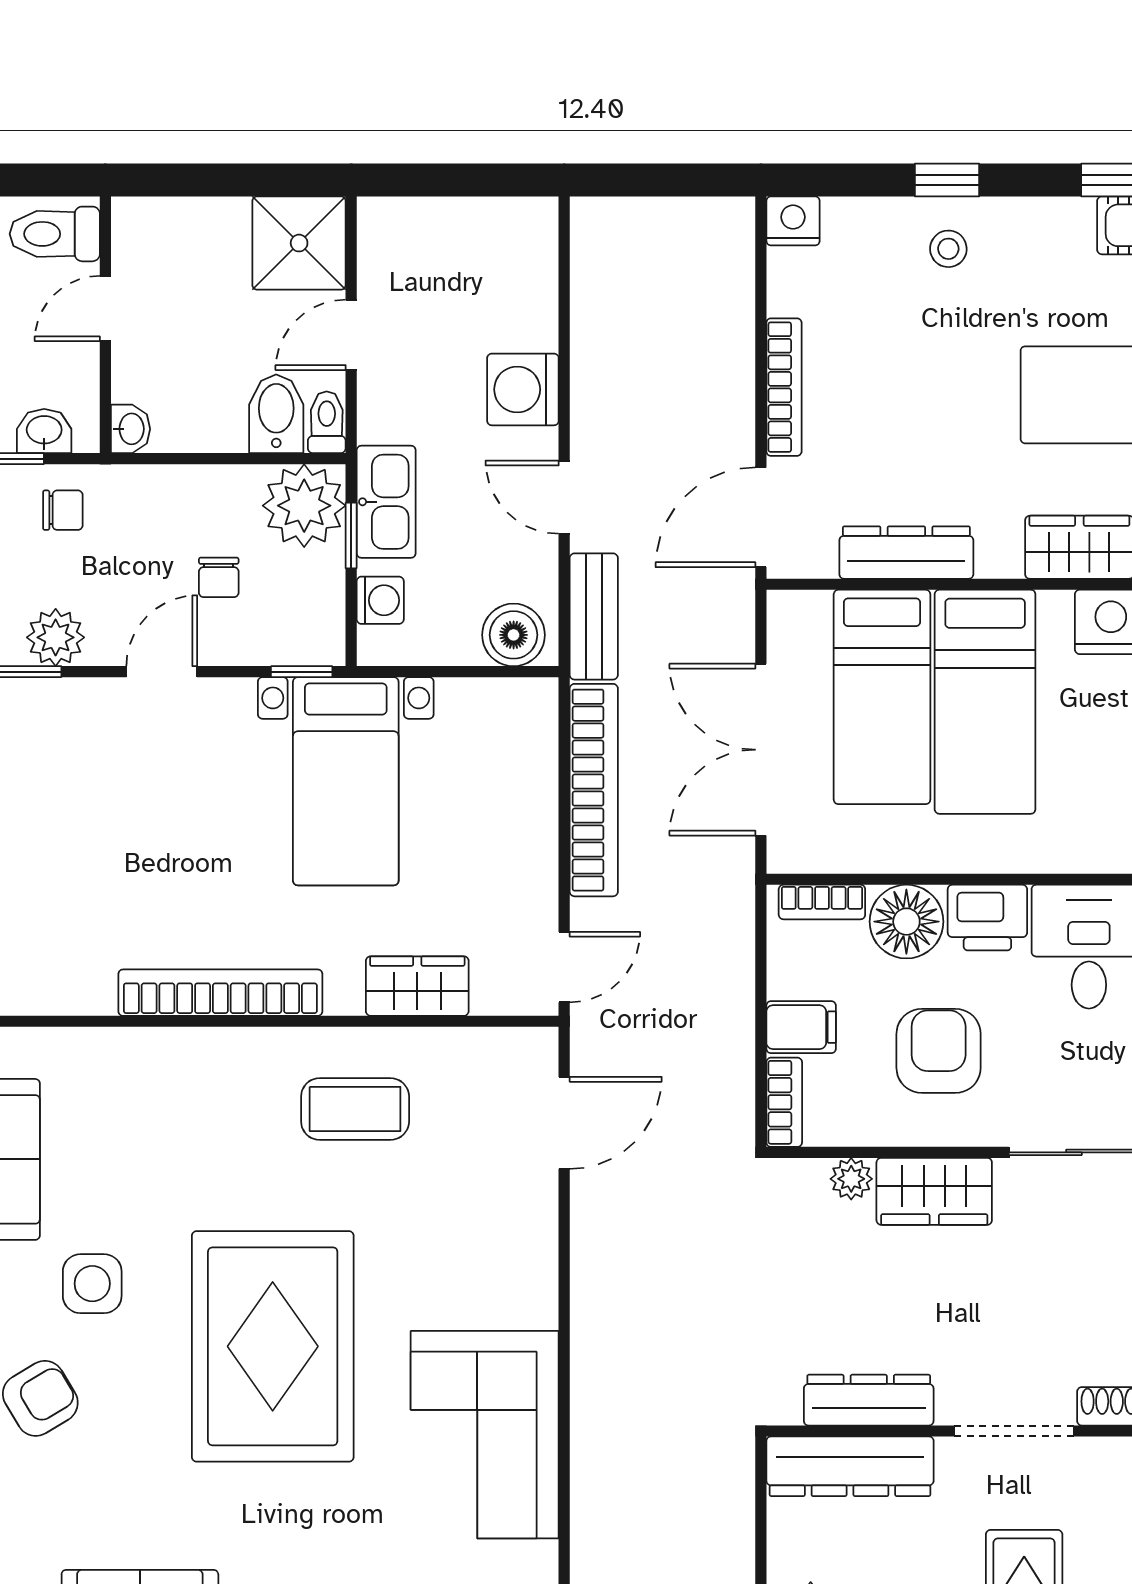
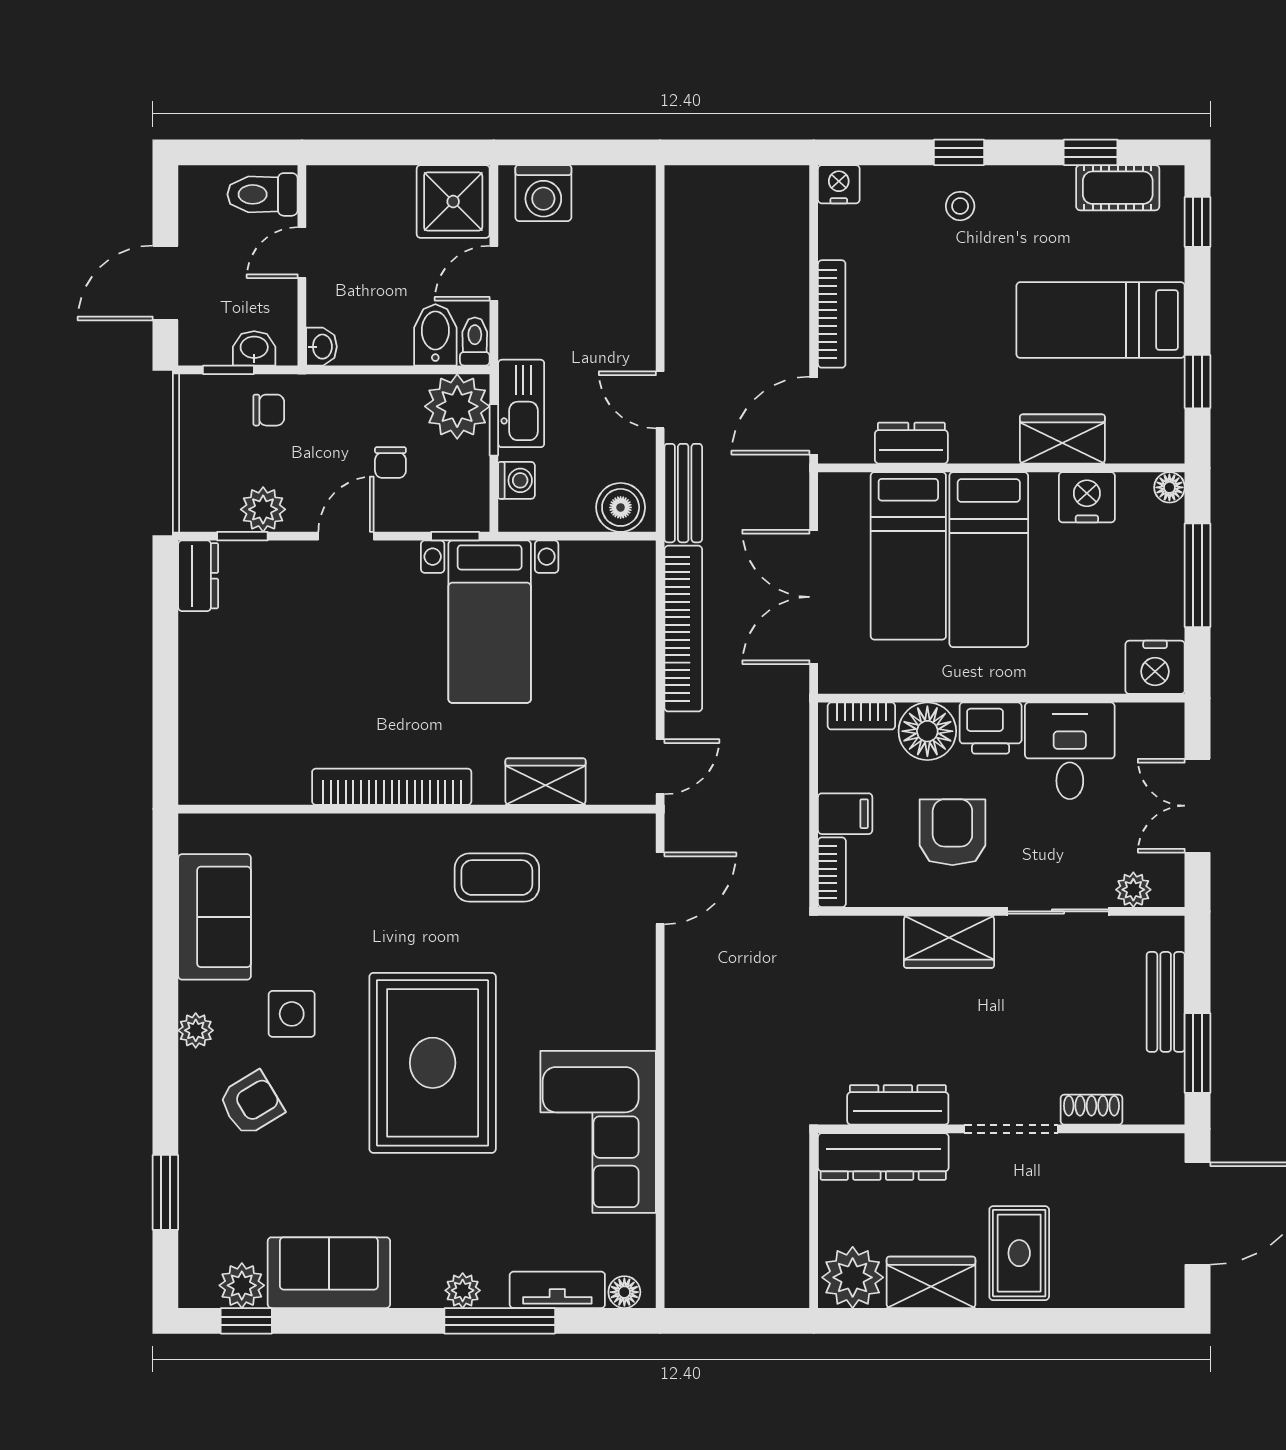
washing machine: (523, 389) -> (543, 193), moved, turned -90
dresser: (906, 553) -> (911, 443), width x0.70
plant: (851, 1179) -> (884, 932), removed

